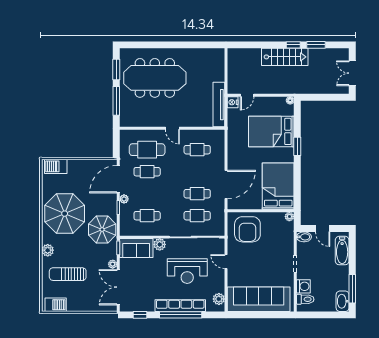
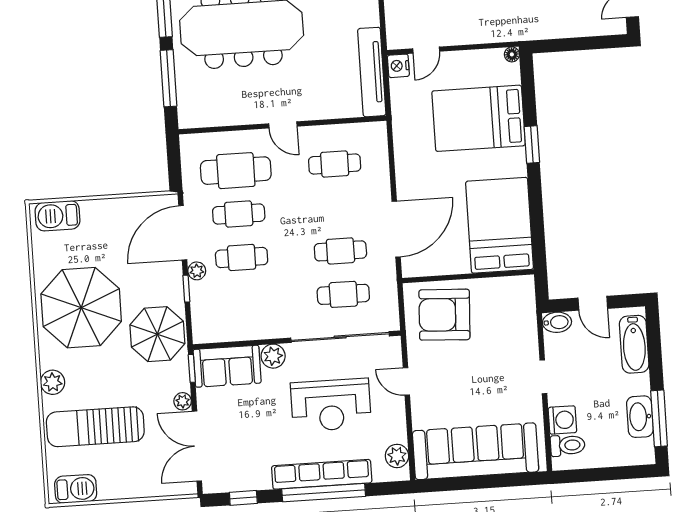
cafe table: (147, 216) -> (242, 257), moved
plant: (289, 217) -> (526, 284), removed
armchair: (247, 229) -> (444, 315), turned 93
sun lounger: (68, 274) -> (95, 427), width x1.36, depth x1.34
washbasin: (343, 301) -> (640, 417), moved

